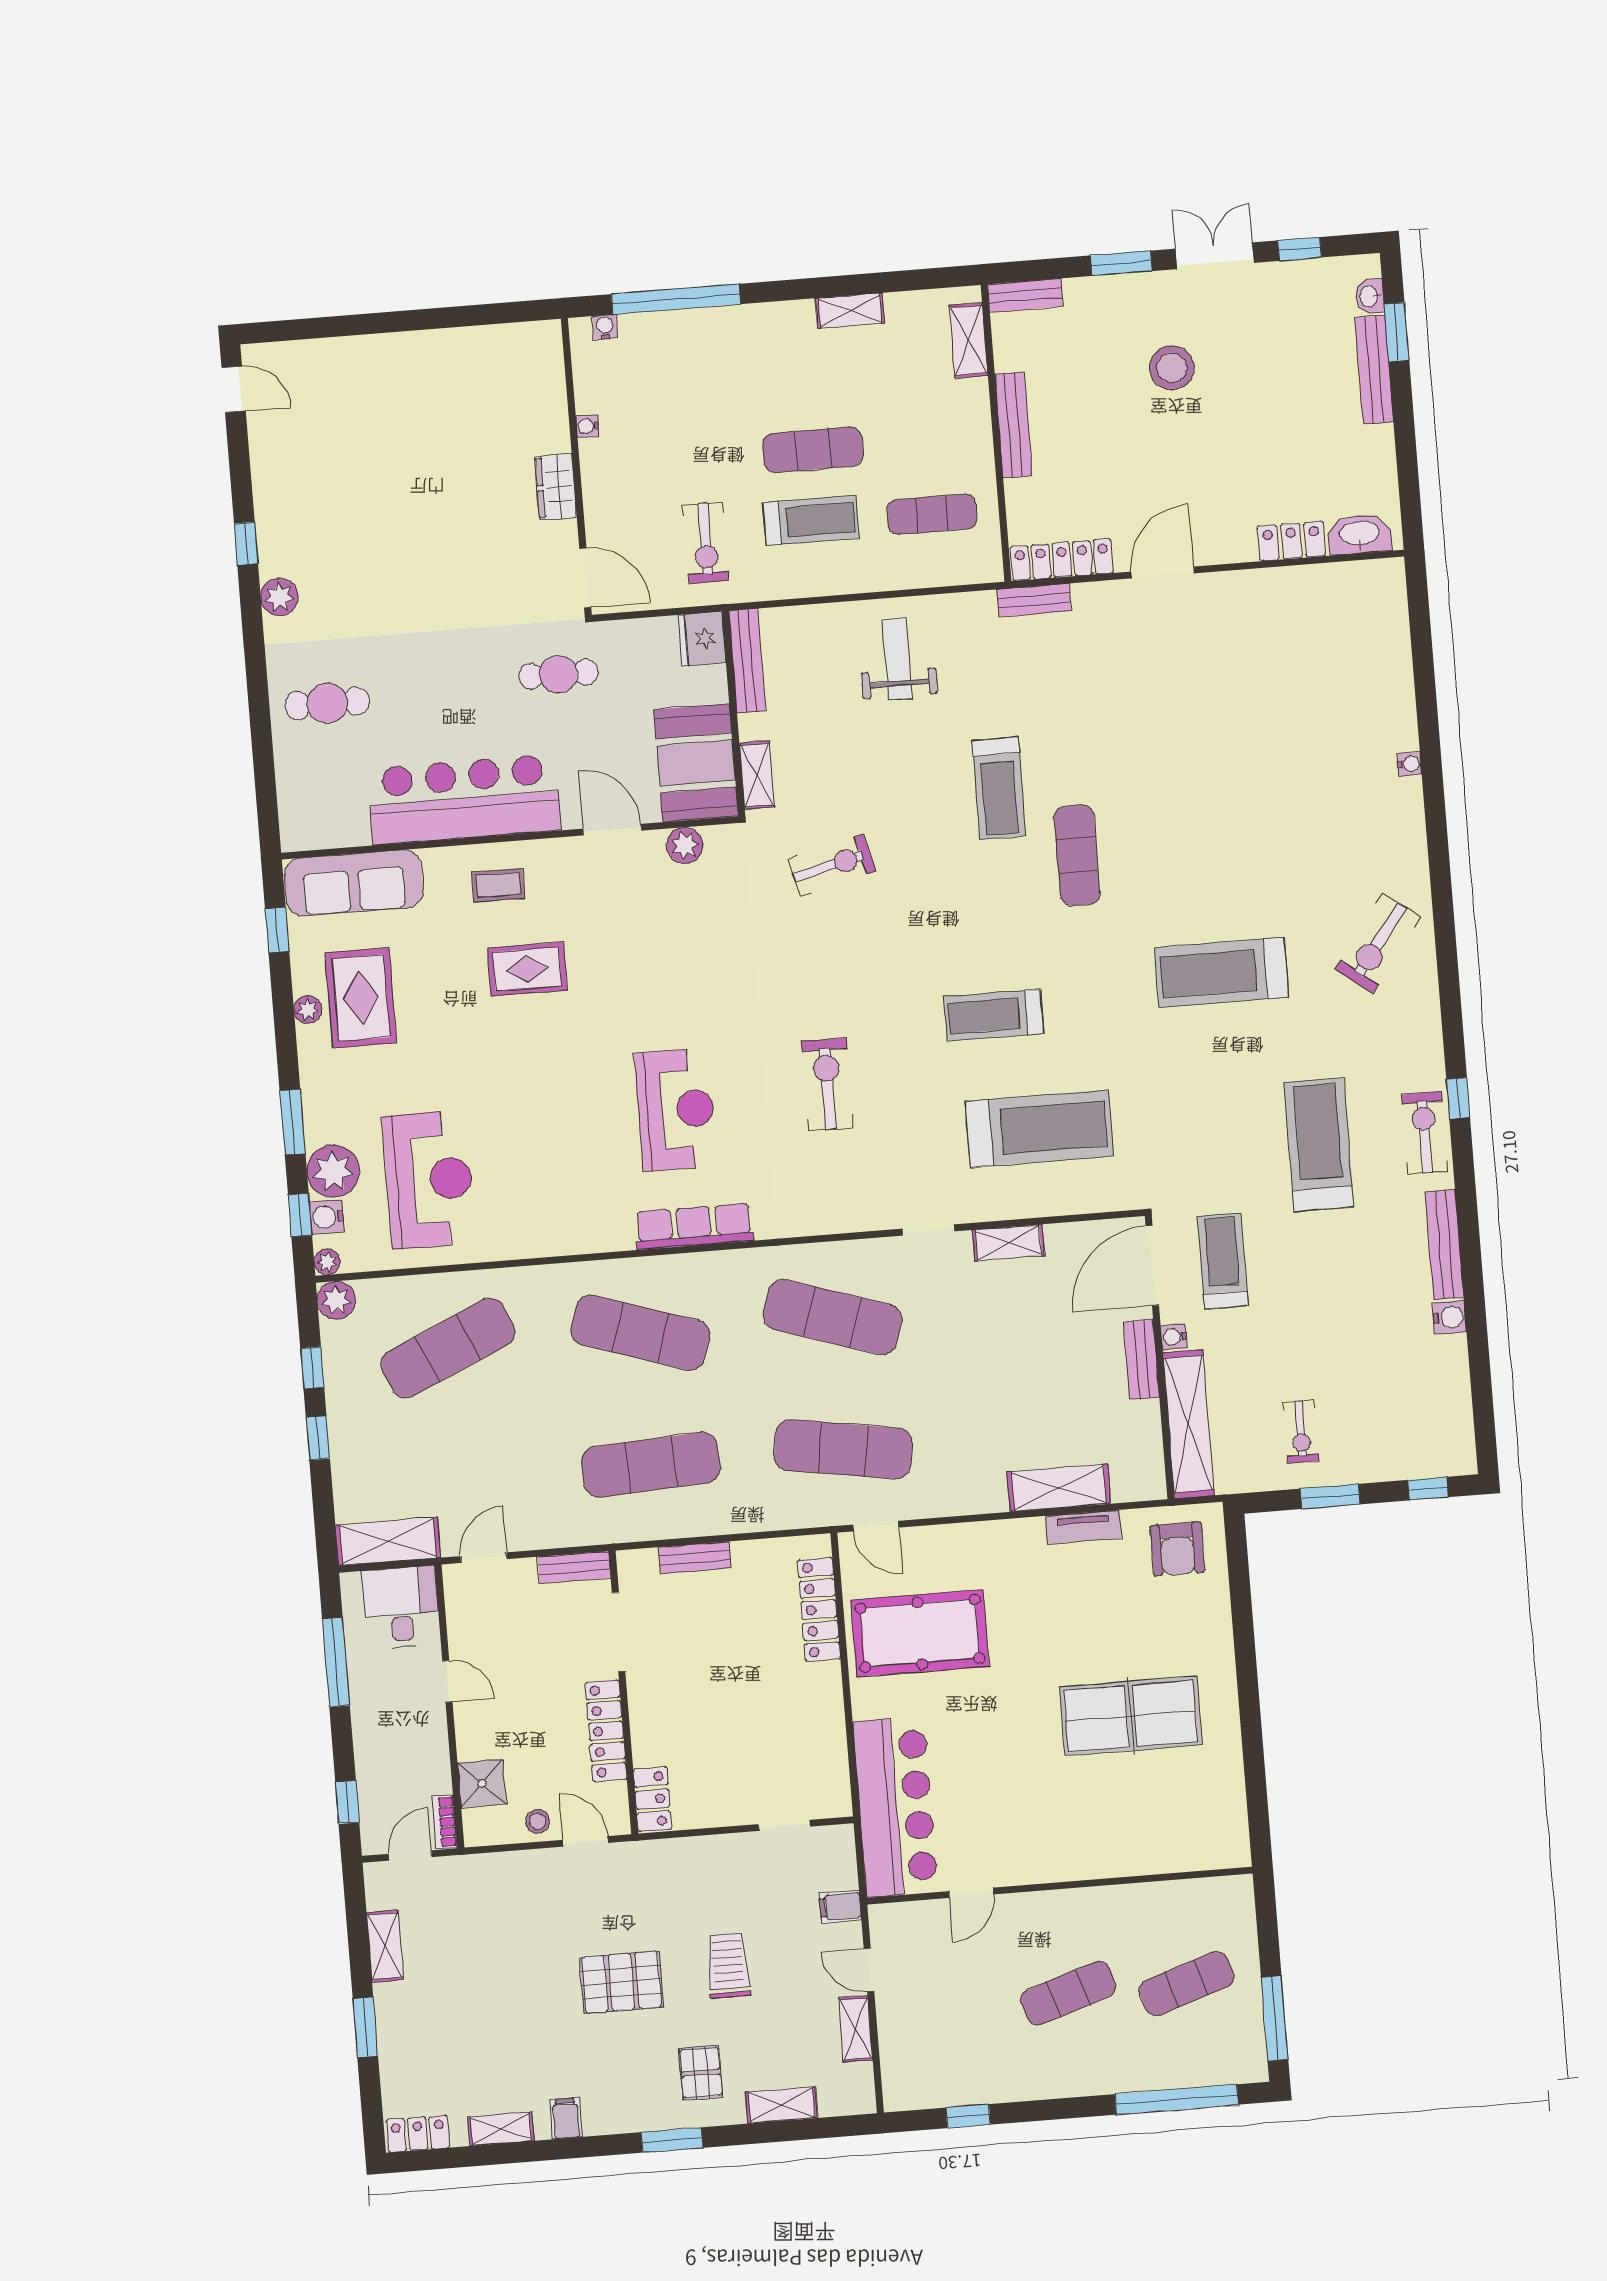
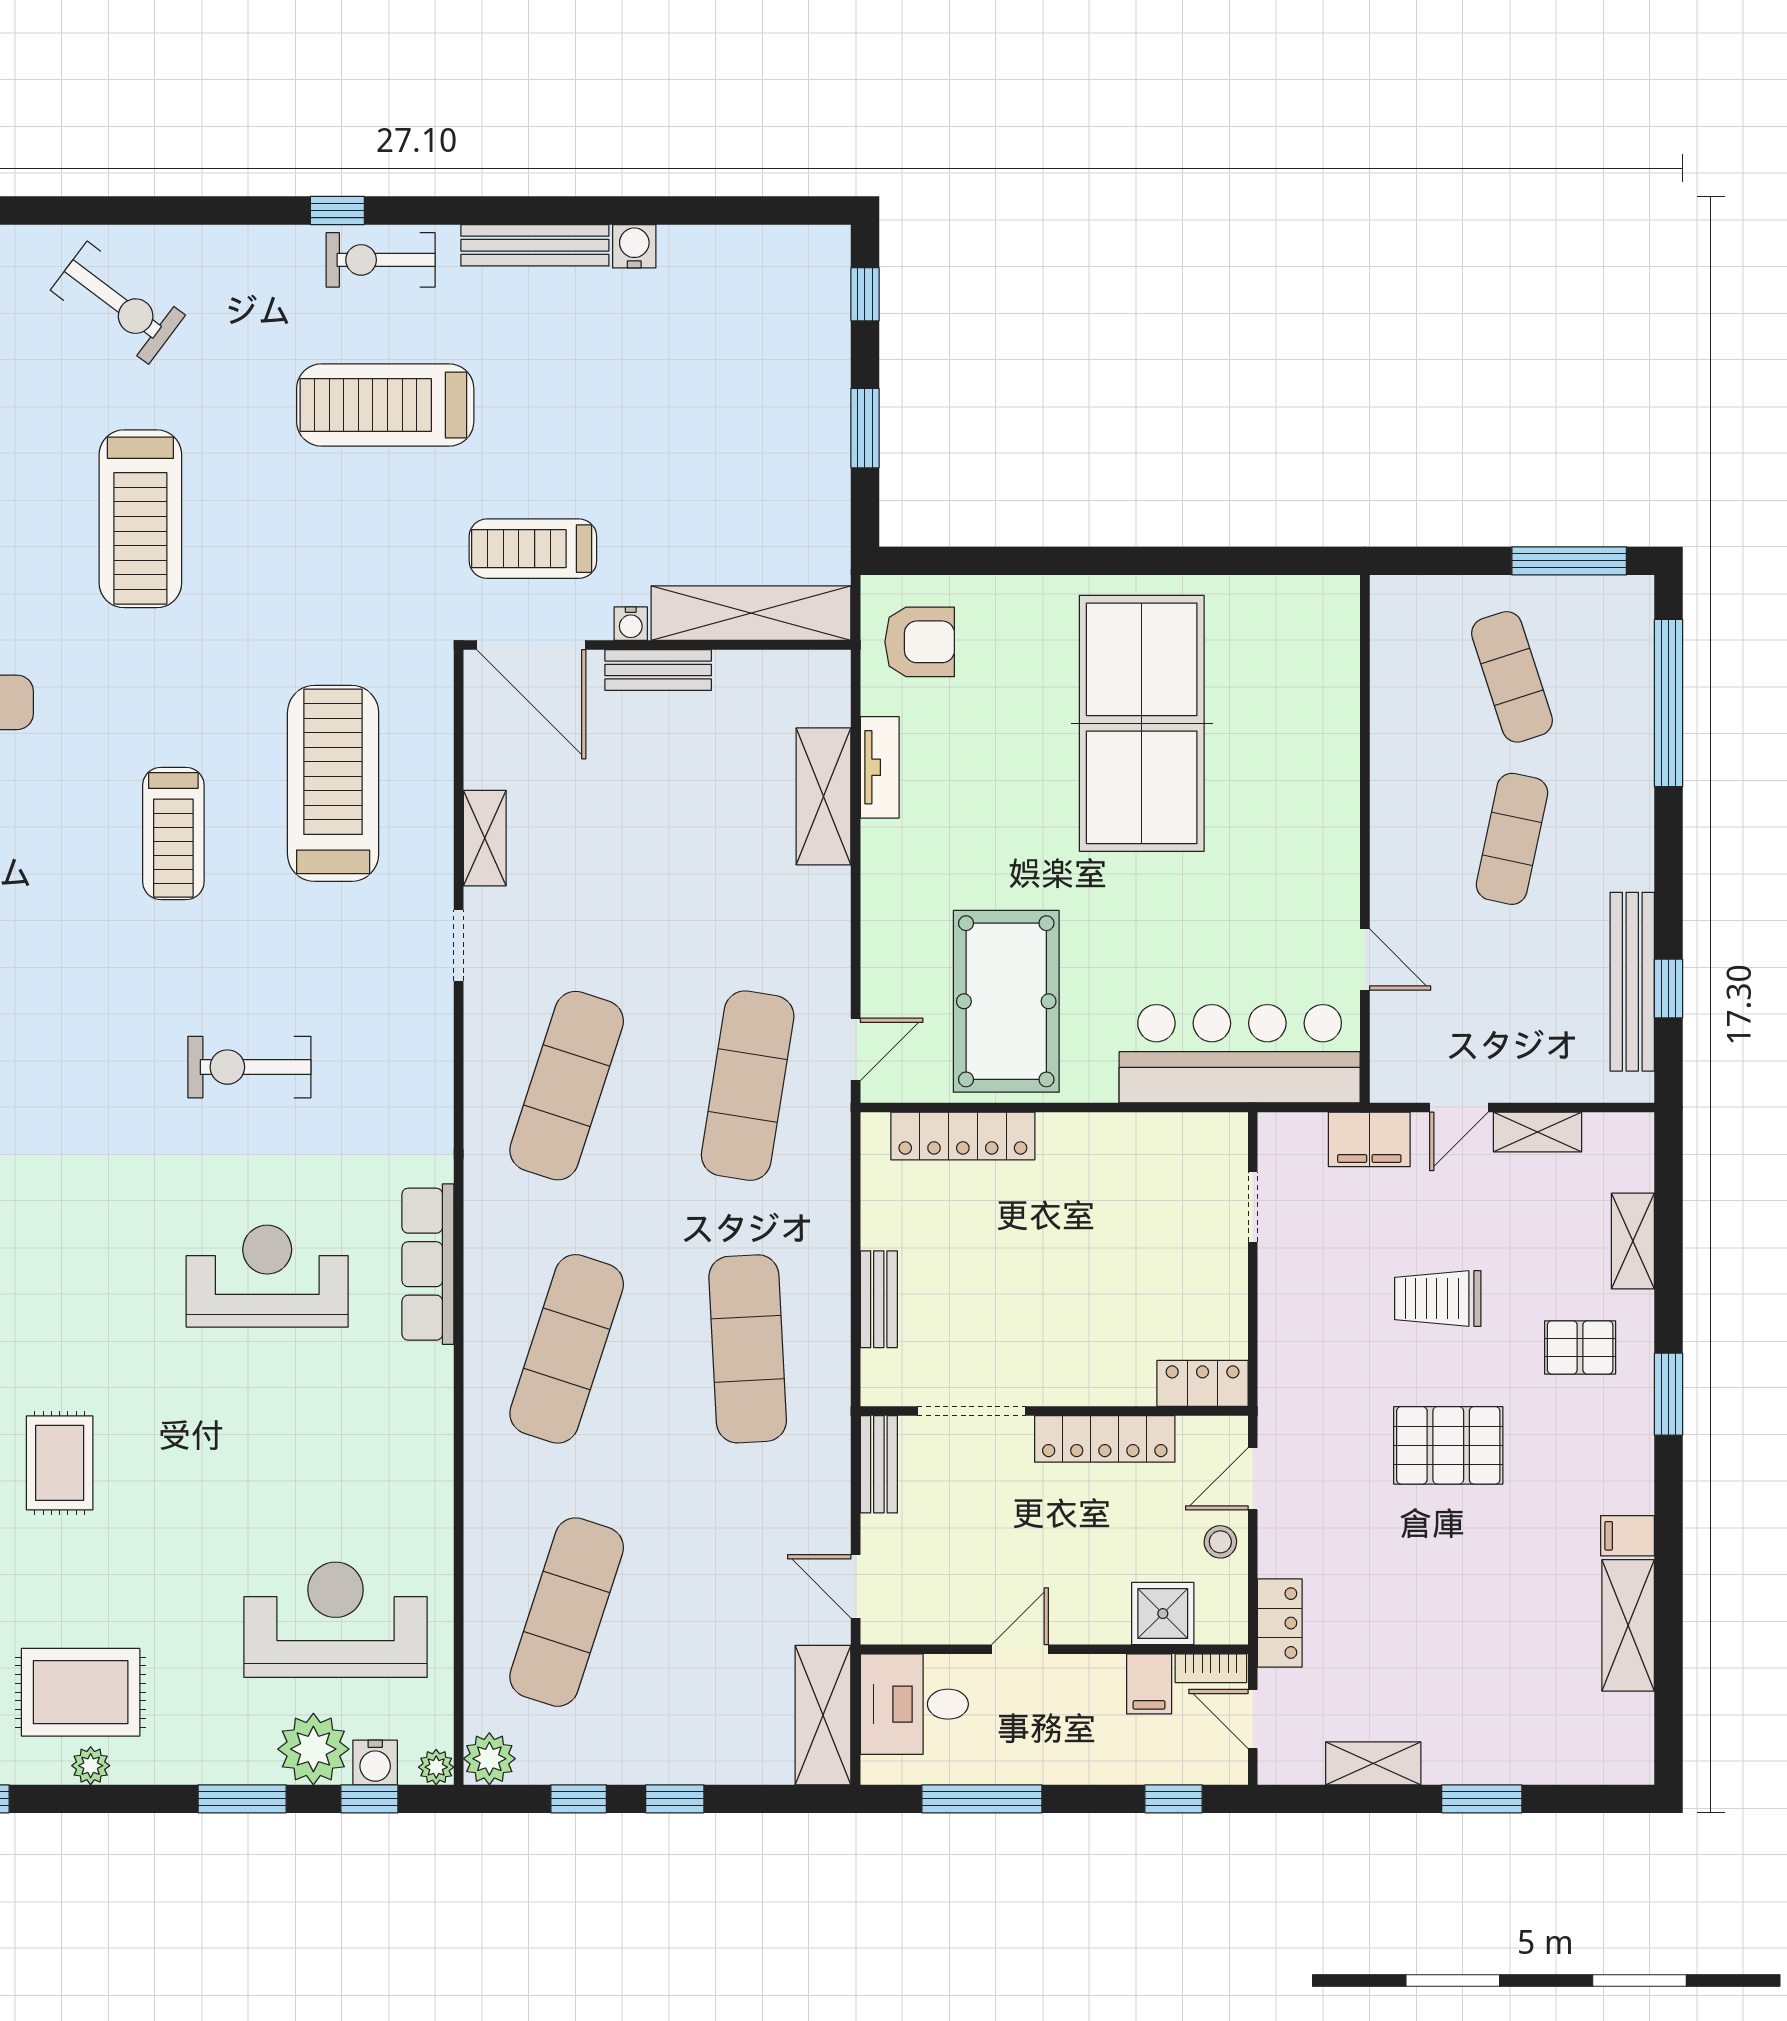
exercise mat: (448, 1348) -> (567, 1612), turned 42
exercise bike: (1301, 1432) -> (774, 461), removed
table tennis table: (1131, 1716) -> (1142, 723), width x1.36, depth x1.32
filing cabinet: (430, 1778) -> (1149, 1684), added
filing cabinet: (840, 1907) -> (1369, 1139), width x2.00
pallet: (622, 1982) -> (1448, 1445), turned 90
exercise mat: (1068, 1993) -> (1512, 839), turned 30
bench: (971, 2089) -> (1632, 982), added
shelving: (501, 2129) -> (1628, 1625), width x1.50, depth x1.33
locker: (418, 2134) -> (1280, 1623), moved, turned 180

